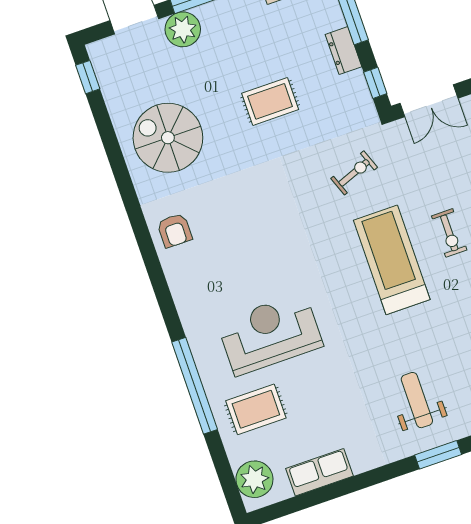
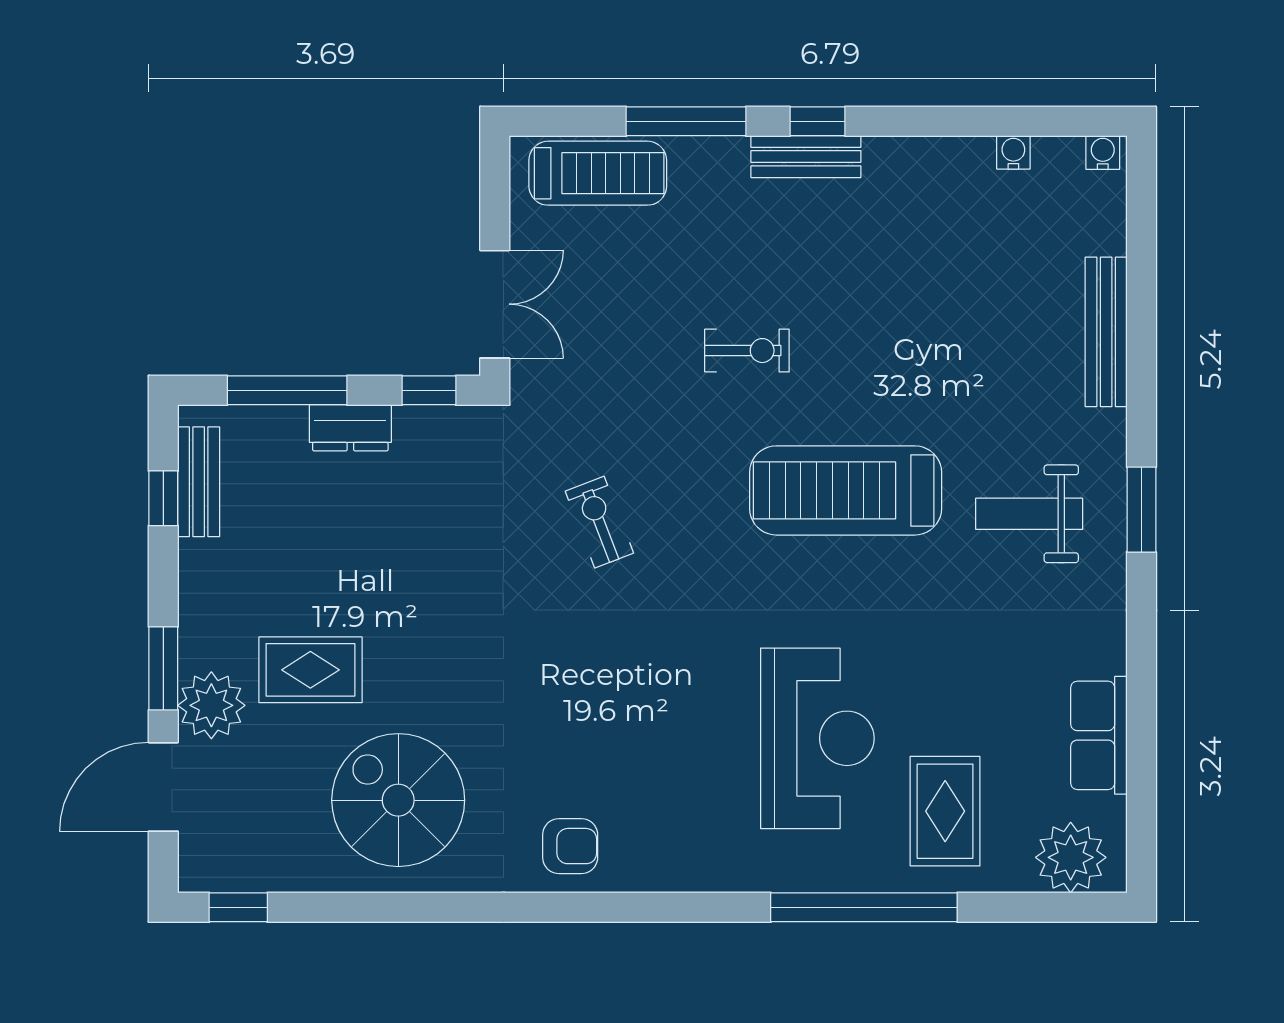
rug: (270, 101) -> (310, 670), moved, turned 90
spiral stairs: (168, 138) -> (398, 800), turned 90
exercise bike: (354, 173) -> (599, 522), moved
treadmill: (392, 260) -> (846, 490), moved
reception desk: (270, 334) -> (817, 738), turned 180

